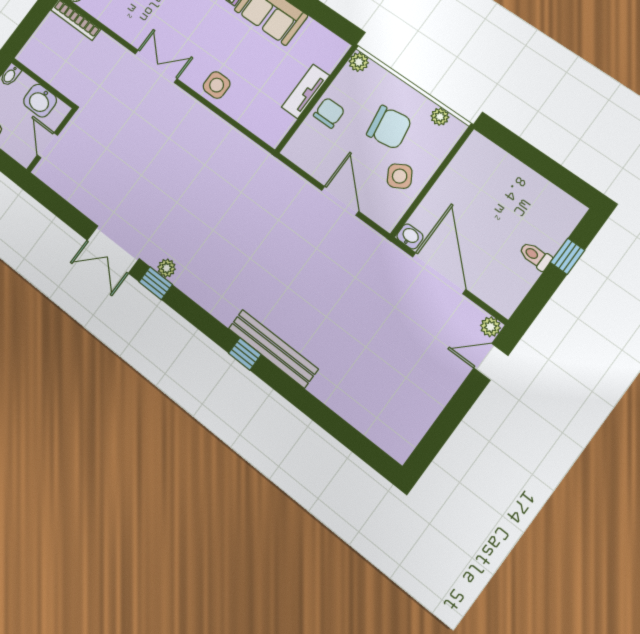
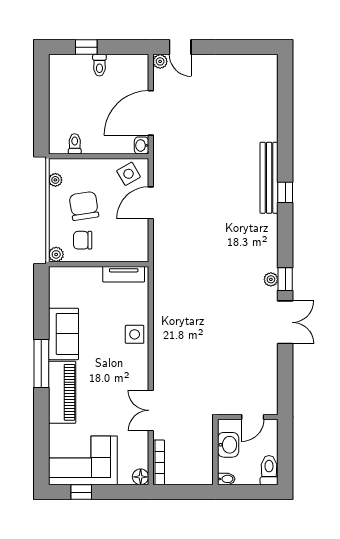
double door: (156, 66) -> (151, 410), moved
tv unit: (306, 91) -> (124, 274), moved
chair: (329, 113) -> (83, 240), moved
toilet: (465, 165) -> (75, 144), added
side table: (400, 176) -> (129, 174), moved

